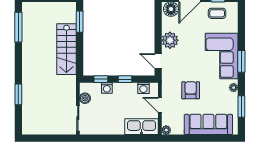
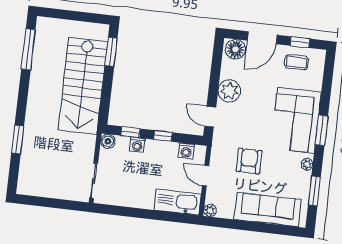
stairs: (66, 49) -> (83, 86), width x1.36, depth x1.51
boiler: (85, 98) -> (108, 141), moved

